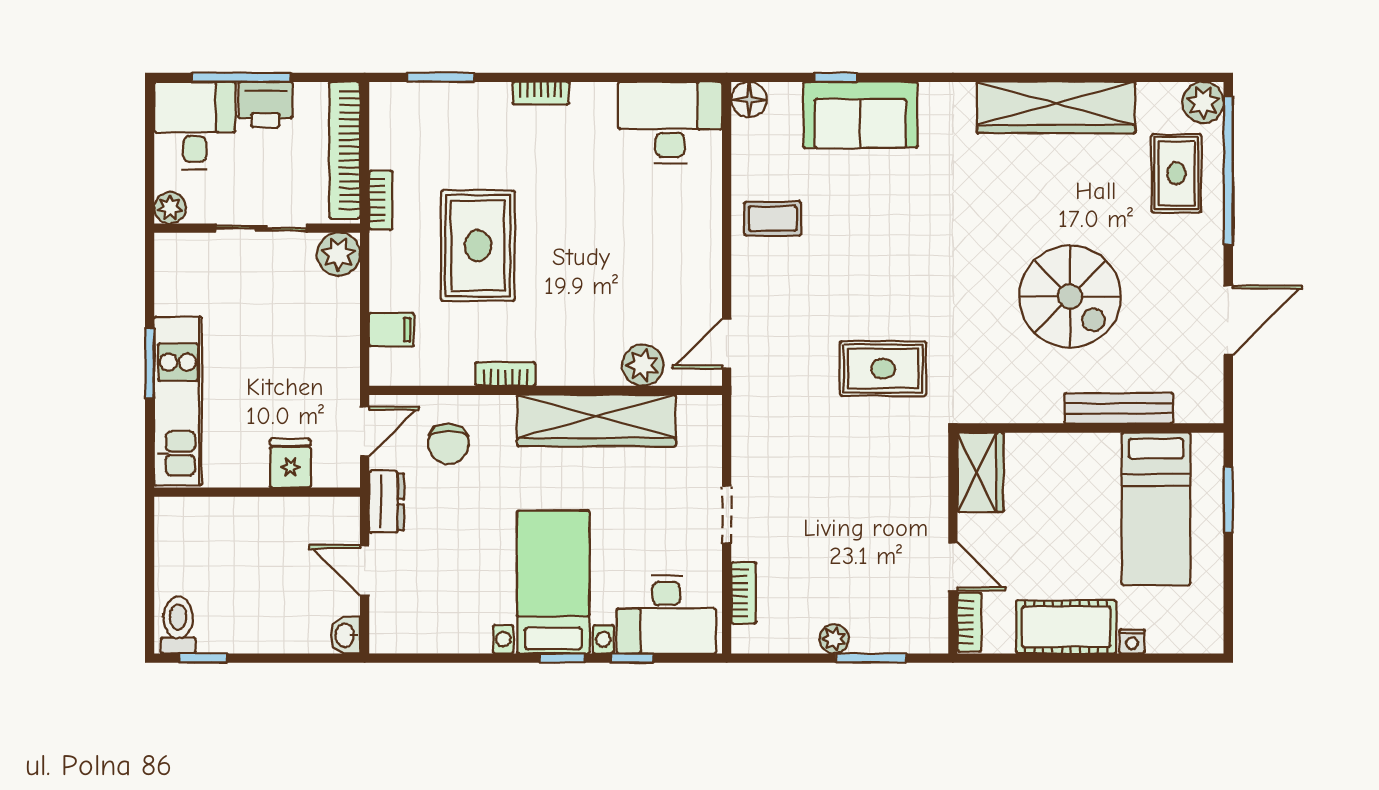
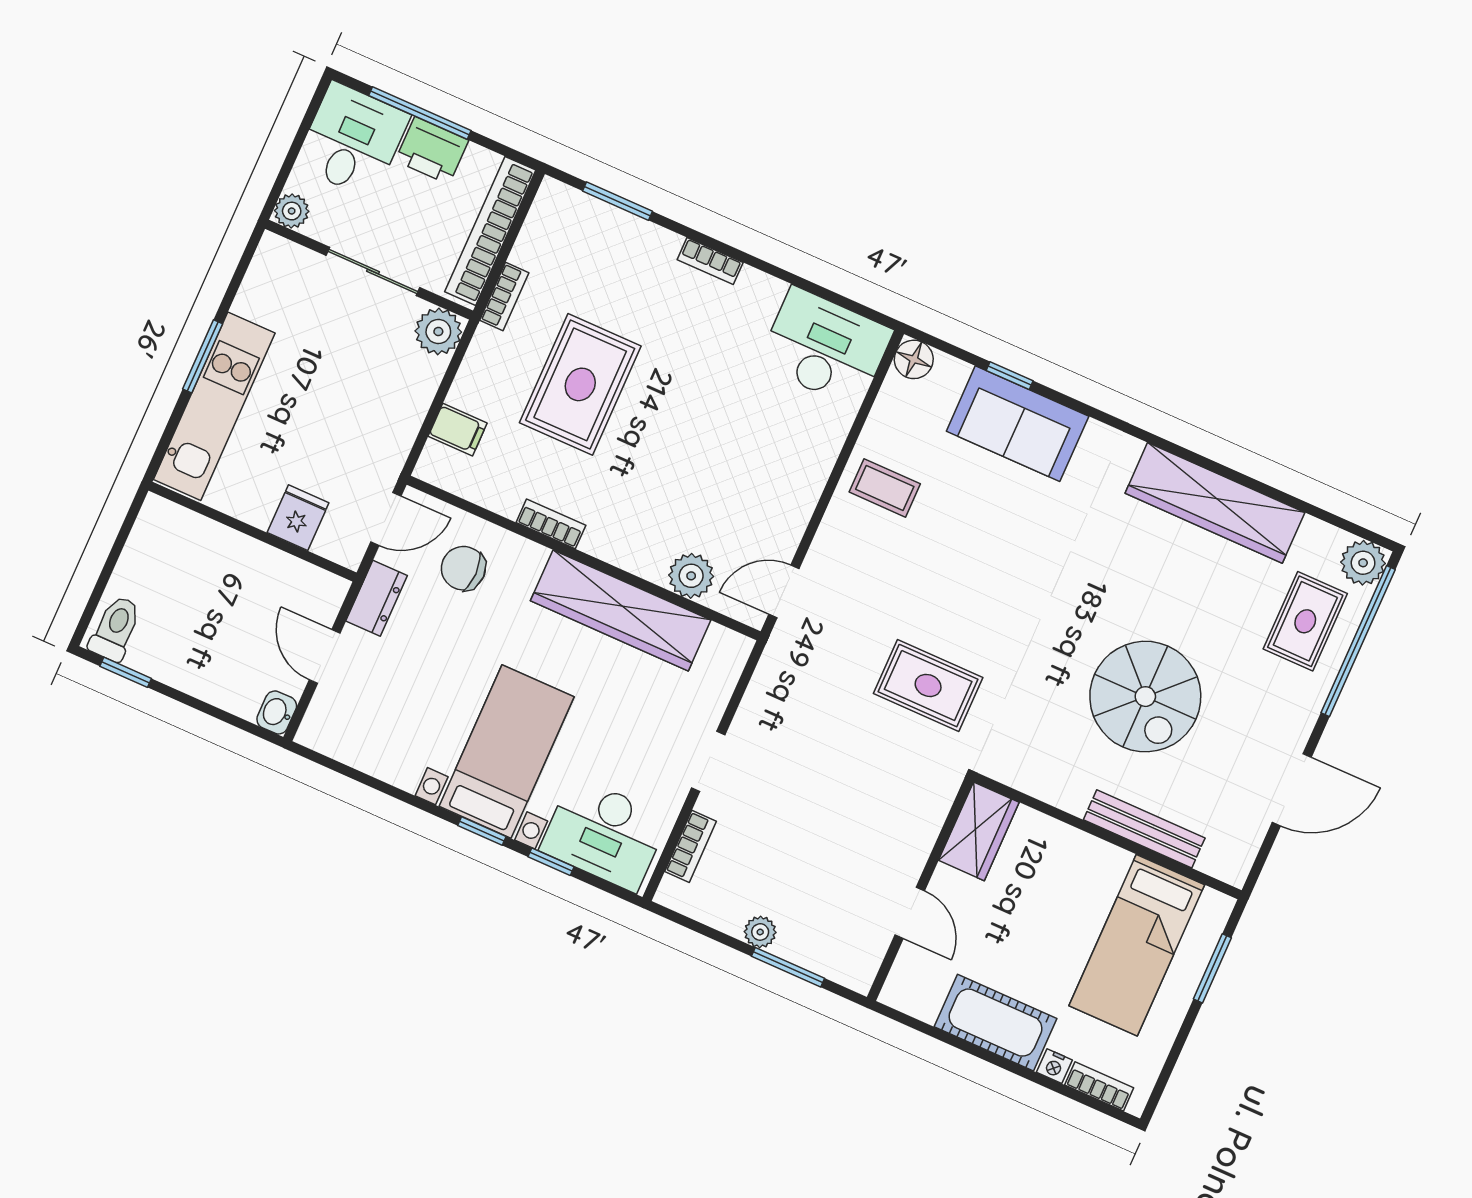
chair: (448, 444) -> (463, 568), turned 90
bookcase: (969, 622) -> (1099, 1086), moved, turned -90

